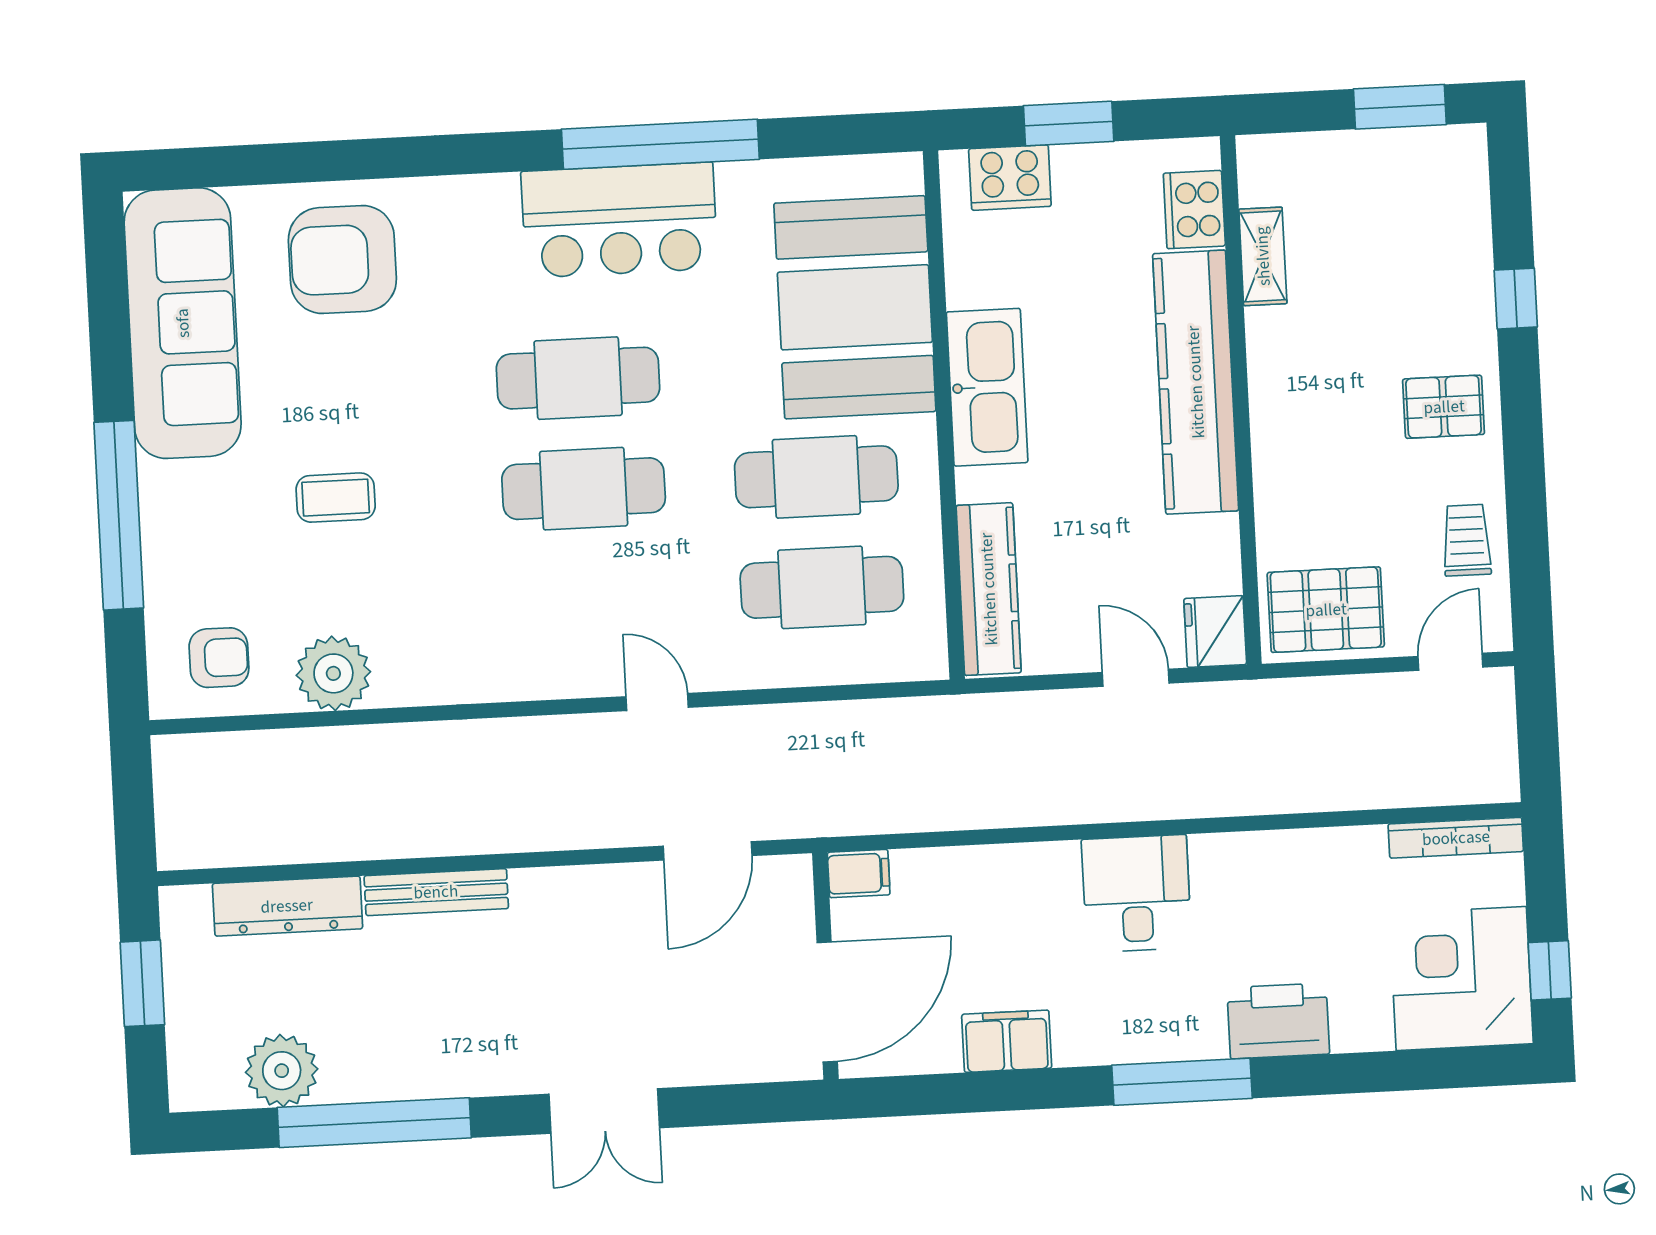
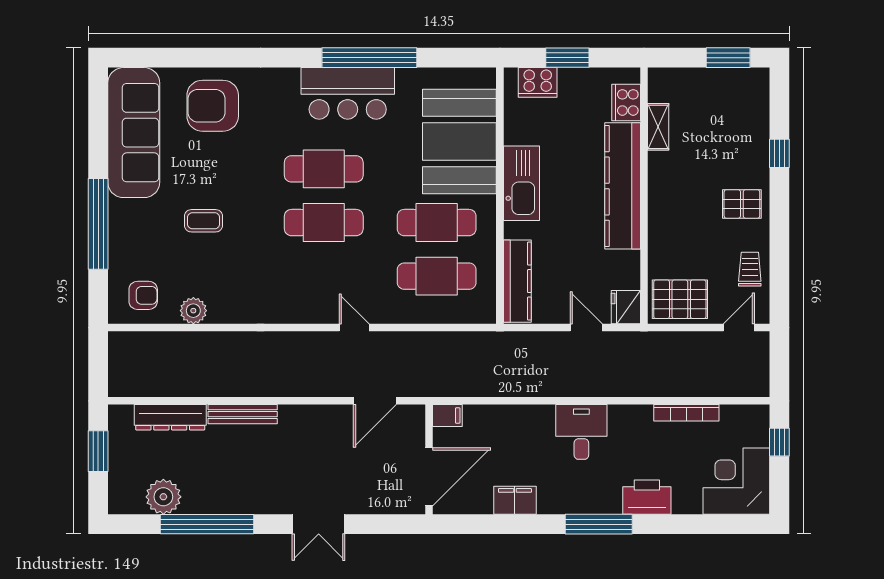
plant: (333, 673) -> (193, 311), width x0.73, depth x0.73
bookcase: (1456, 838) -> (686, 413), moved
window: (1550, 970) -> (779, 442), moved

